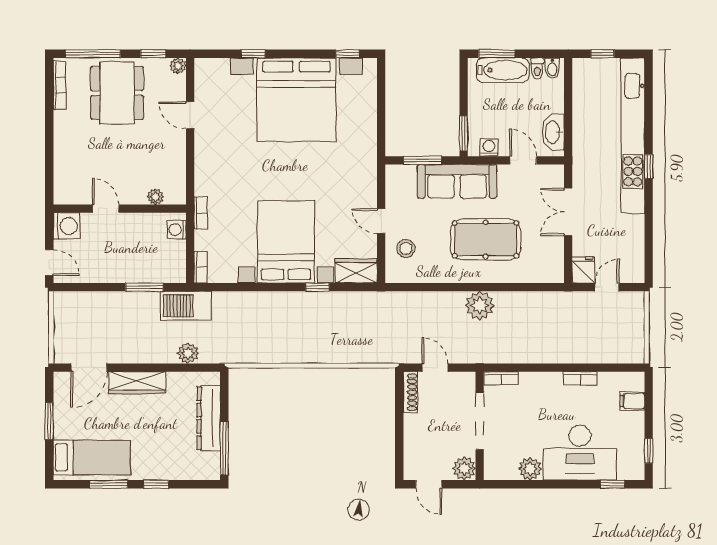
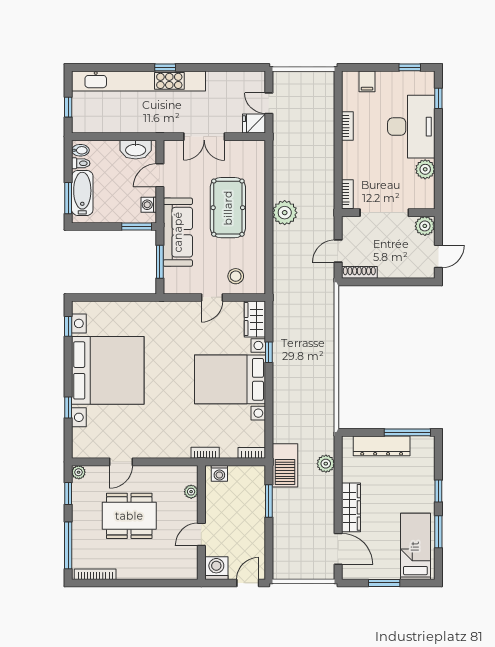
dining table: (117, 93) -> (129, 516), moved

